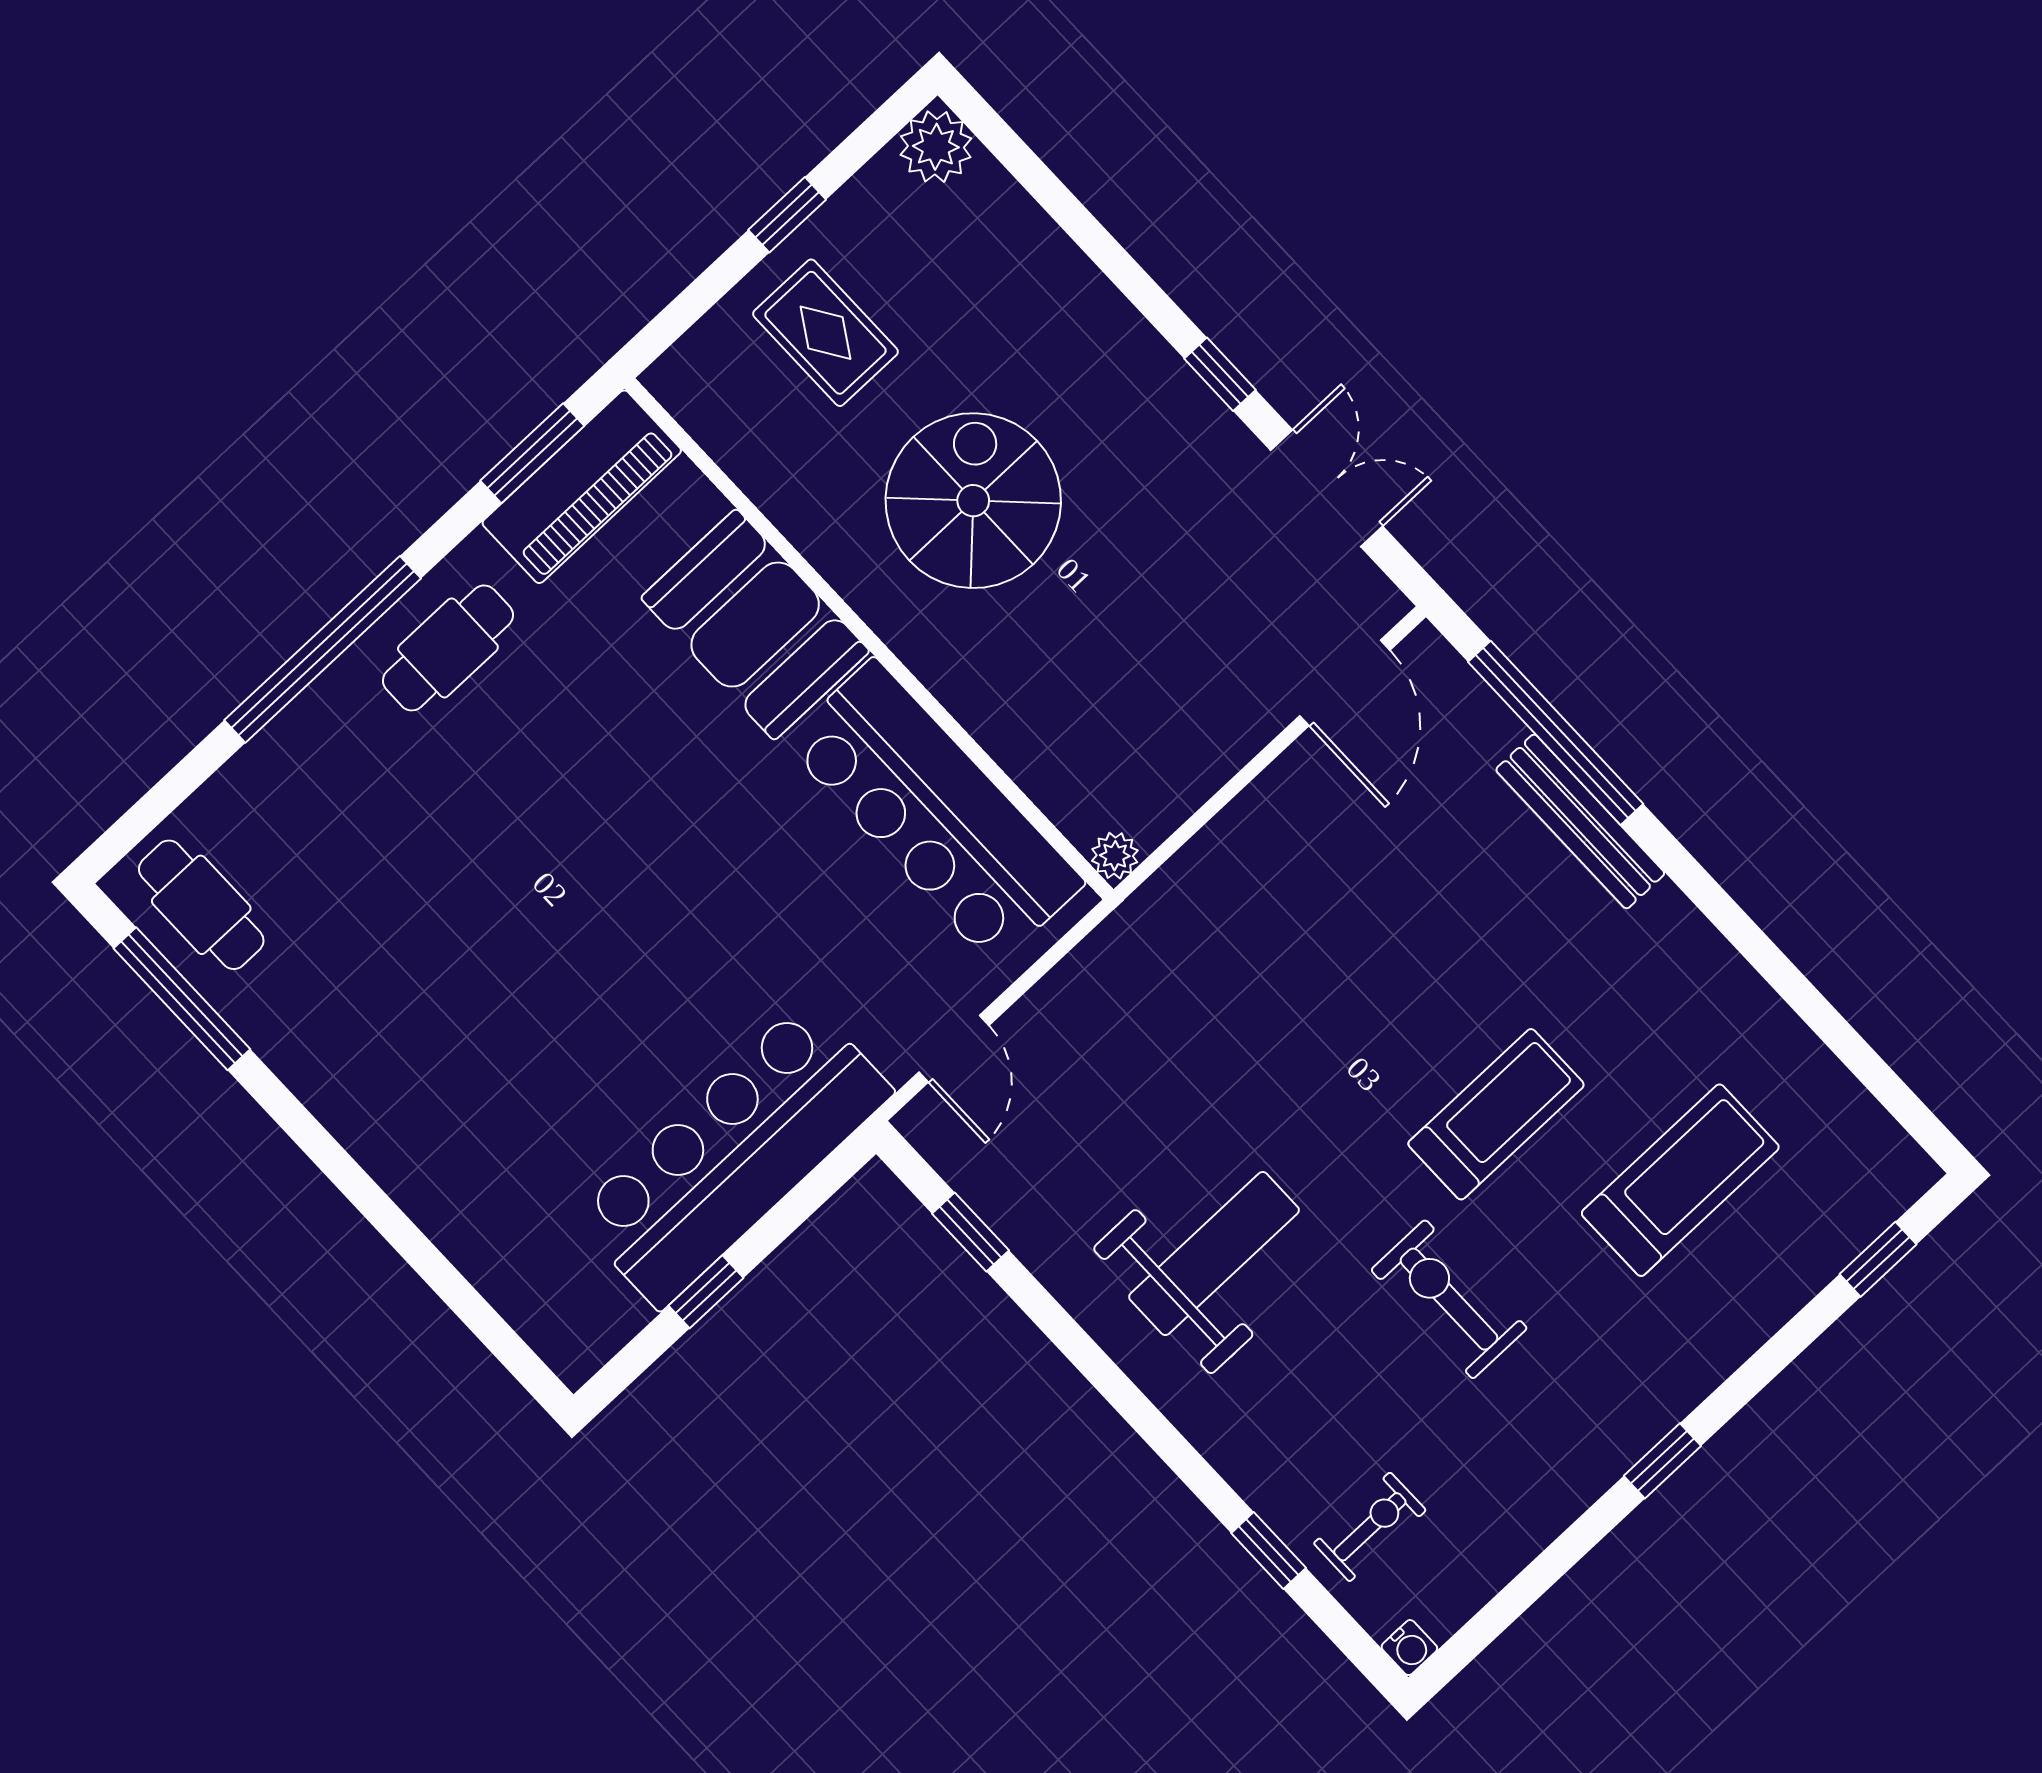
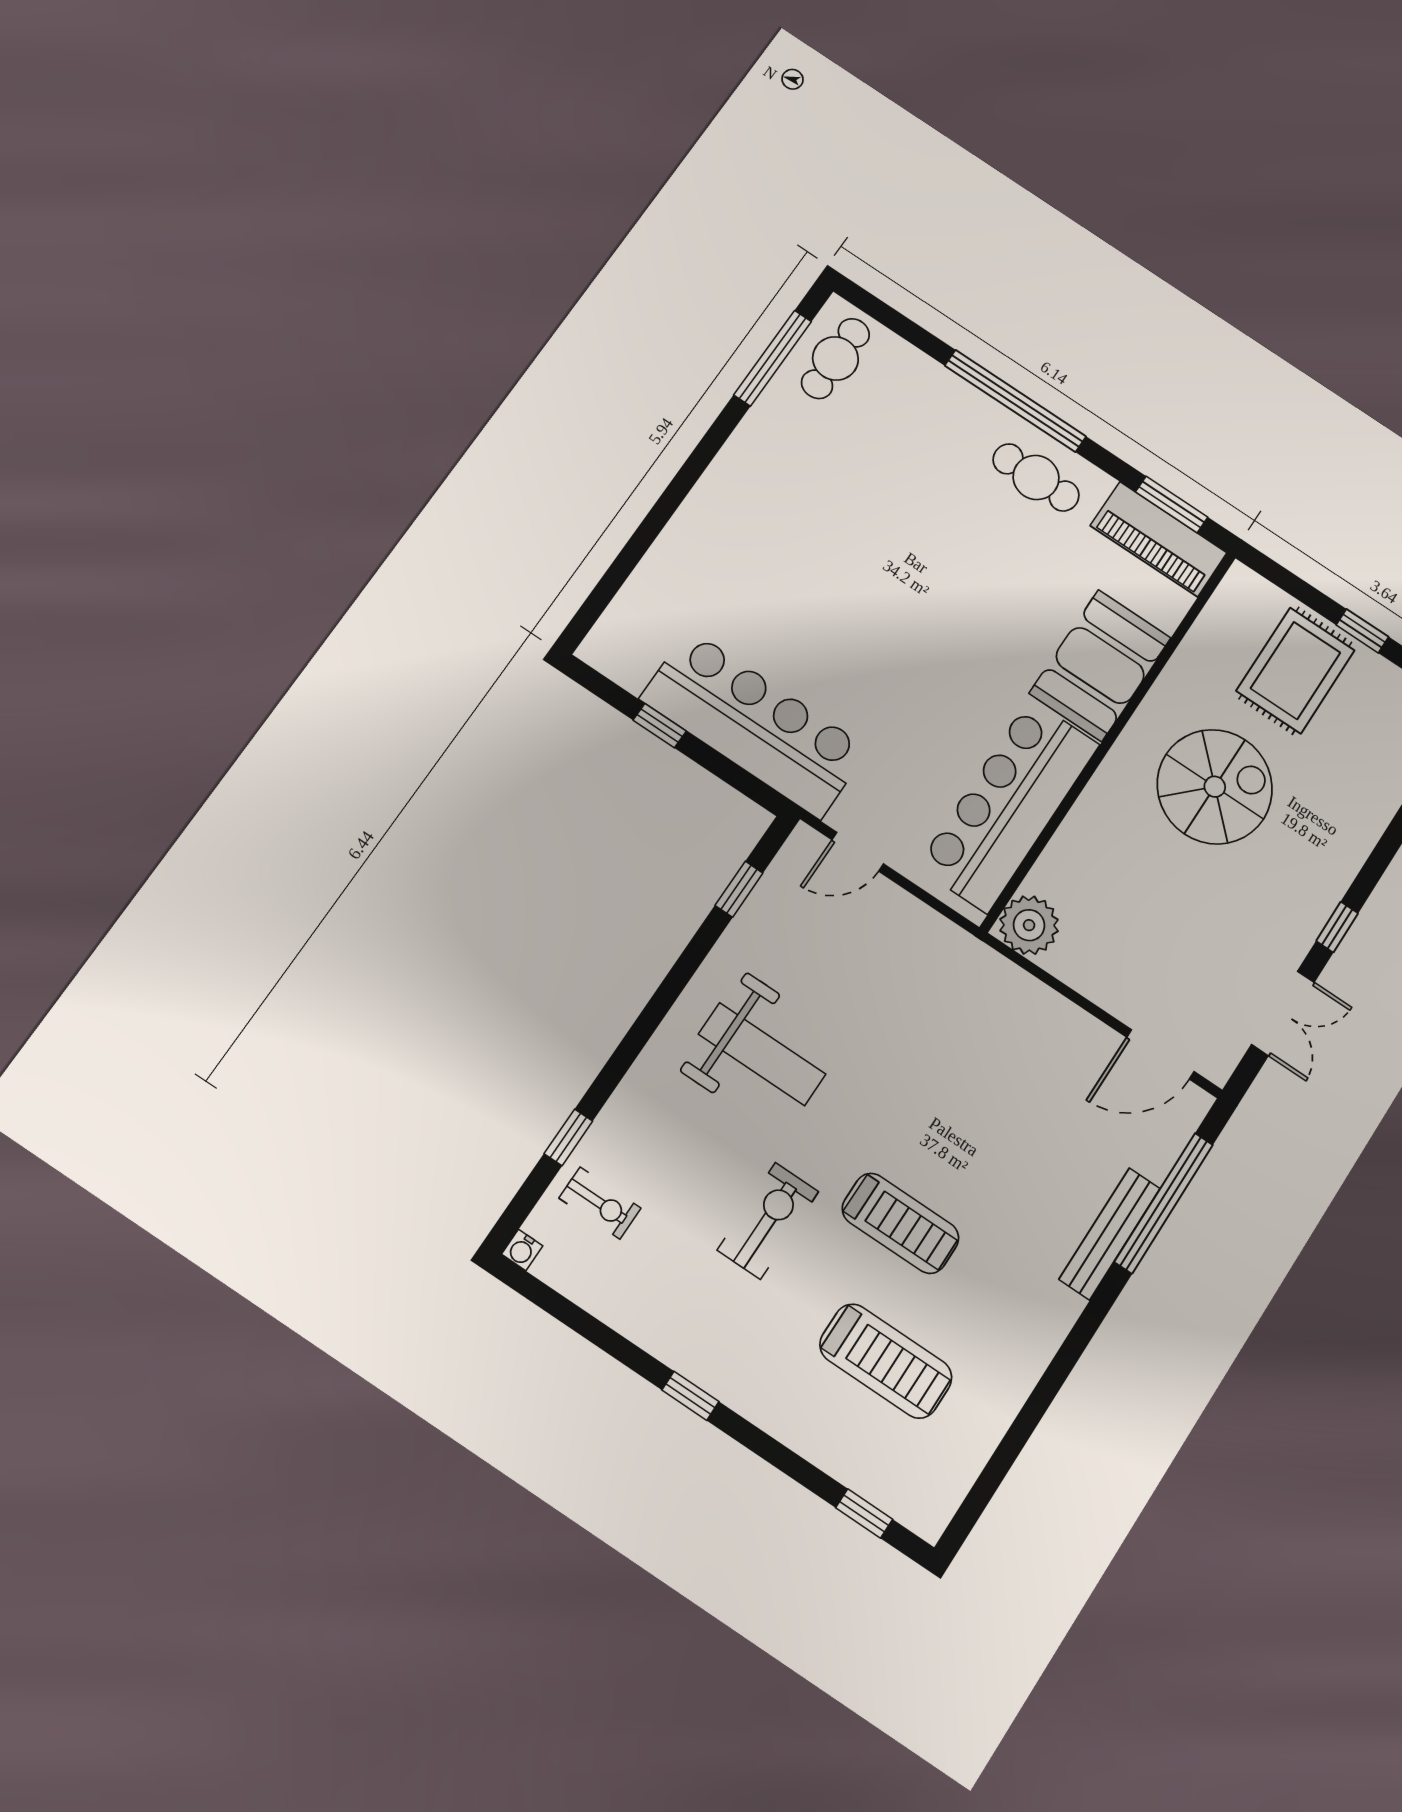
rug: (825, 333) -> (1295, 671), width x1.36, depth x1.43
plant: (1115, 856) -> (1029, 925), width x1.87, depth x1.87

